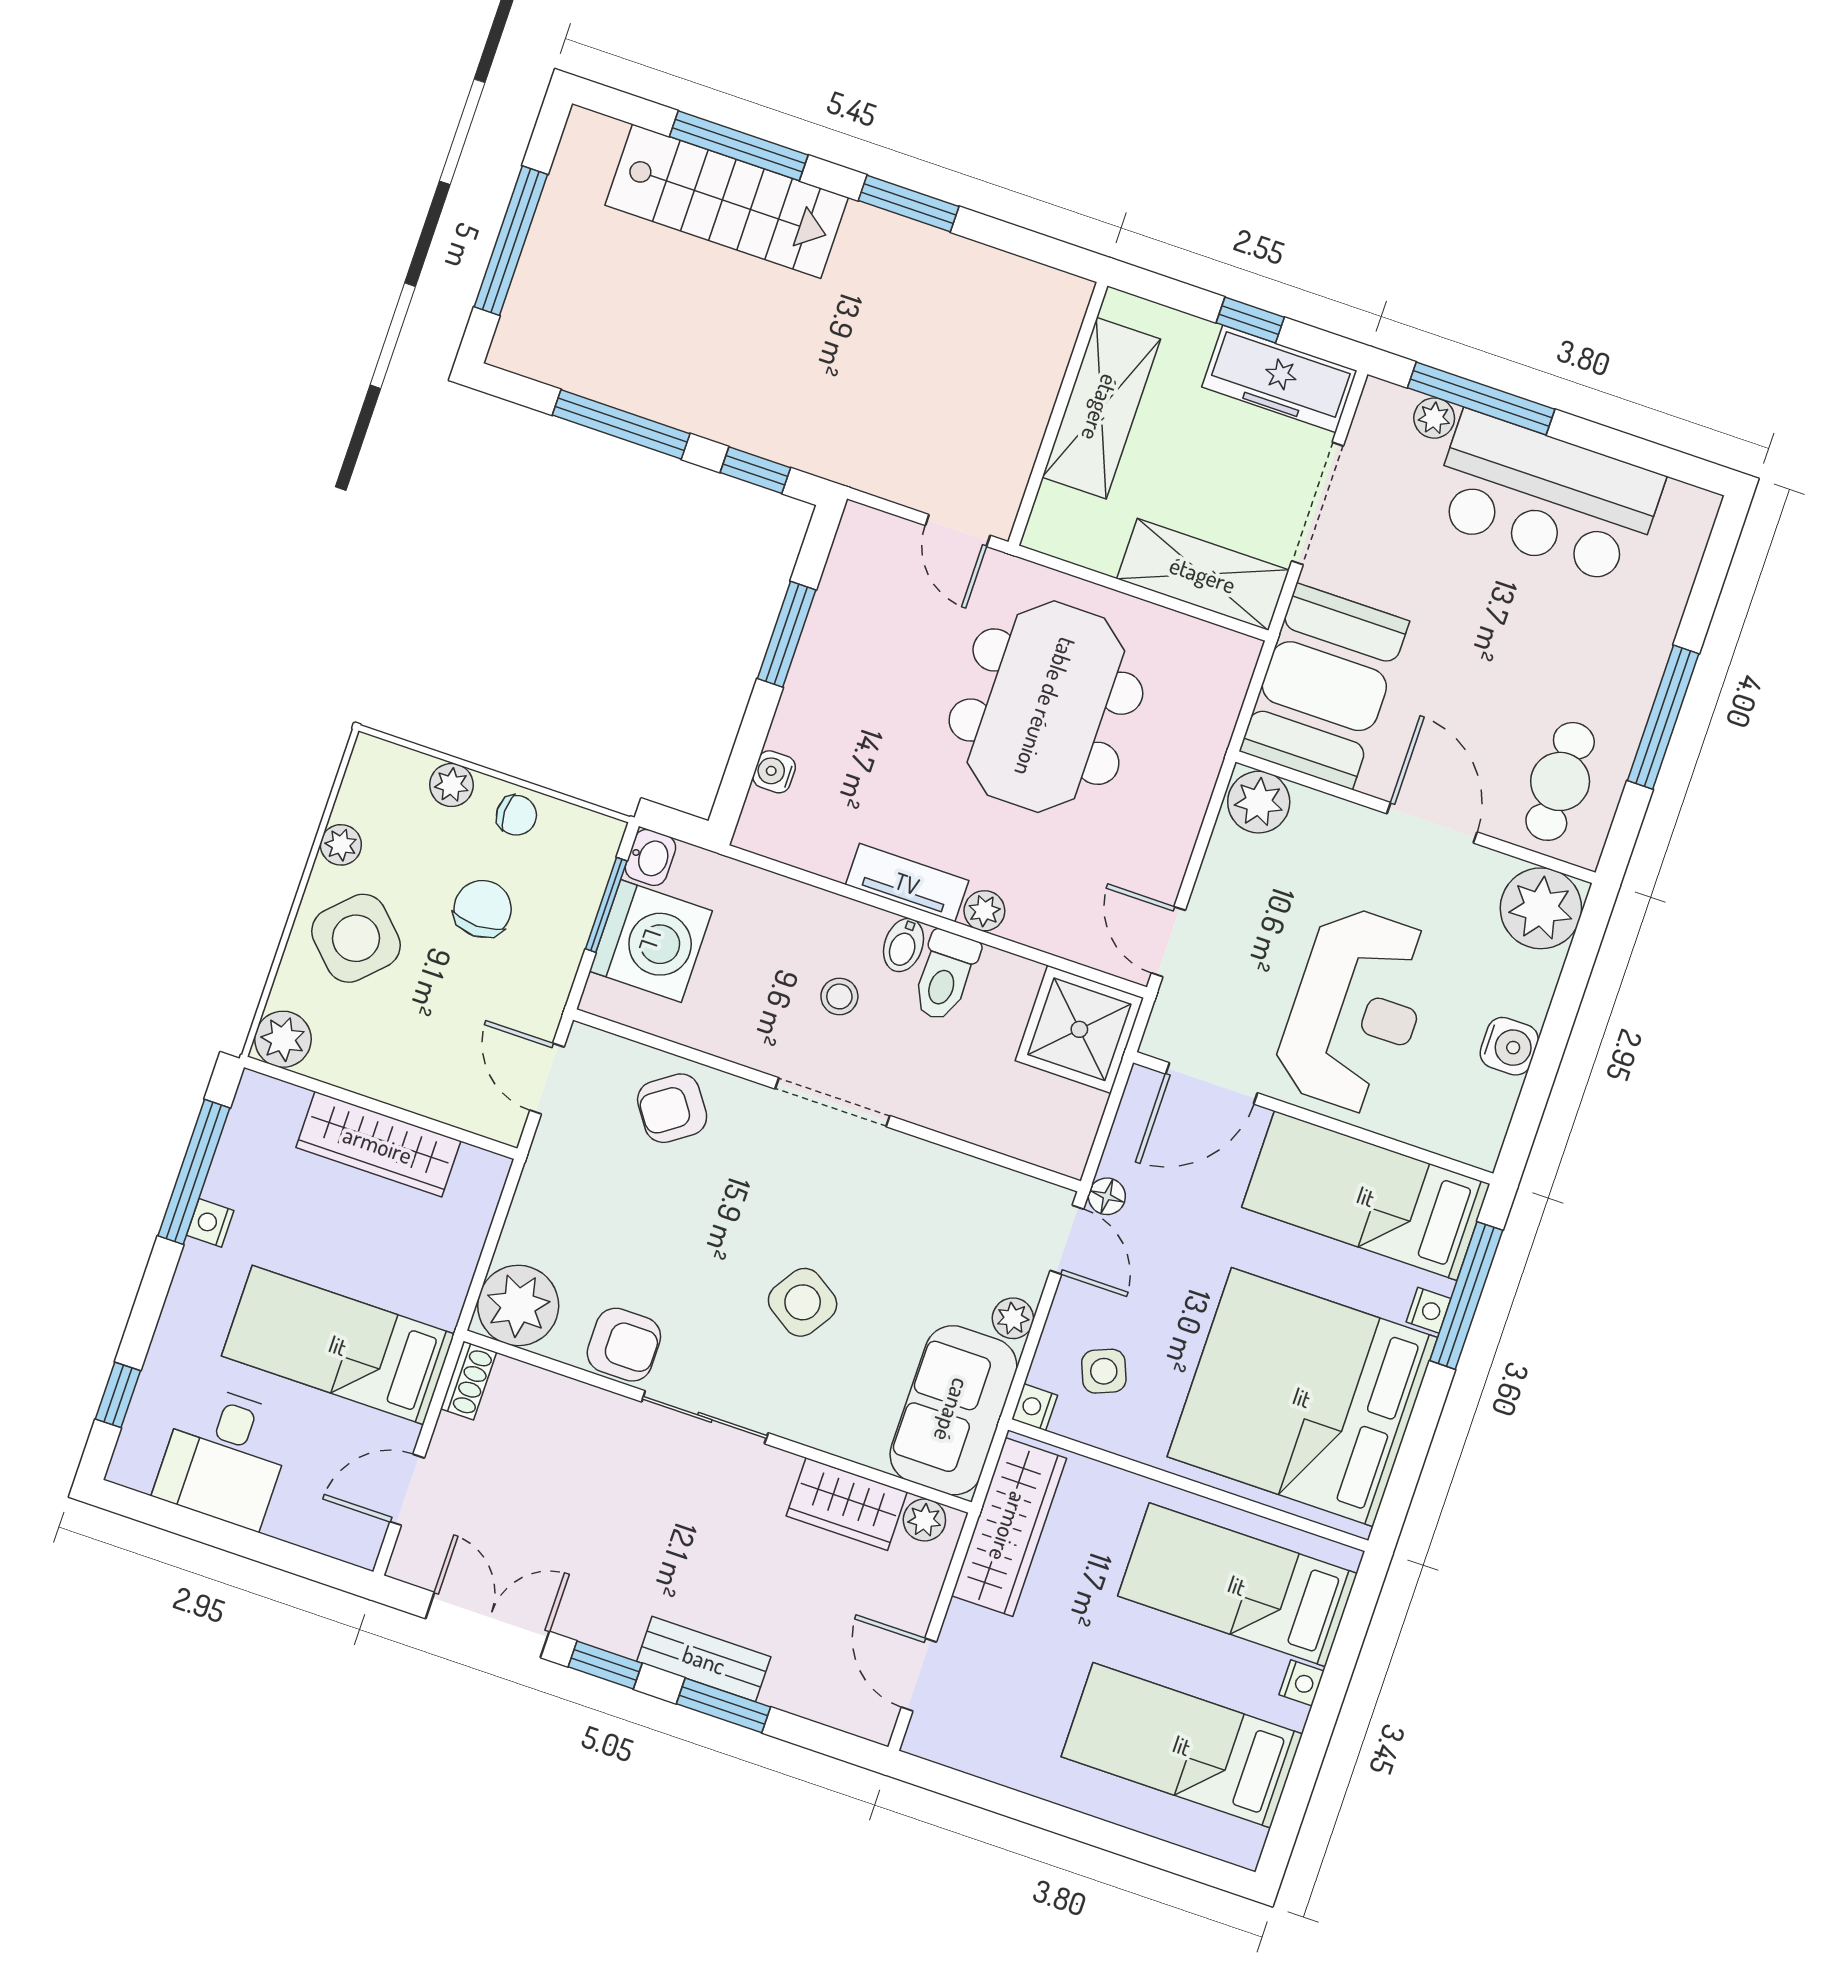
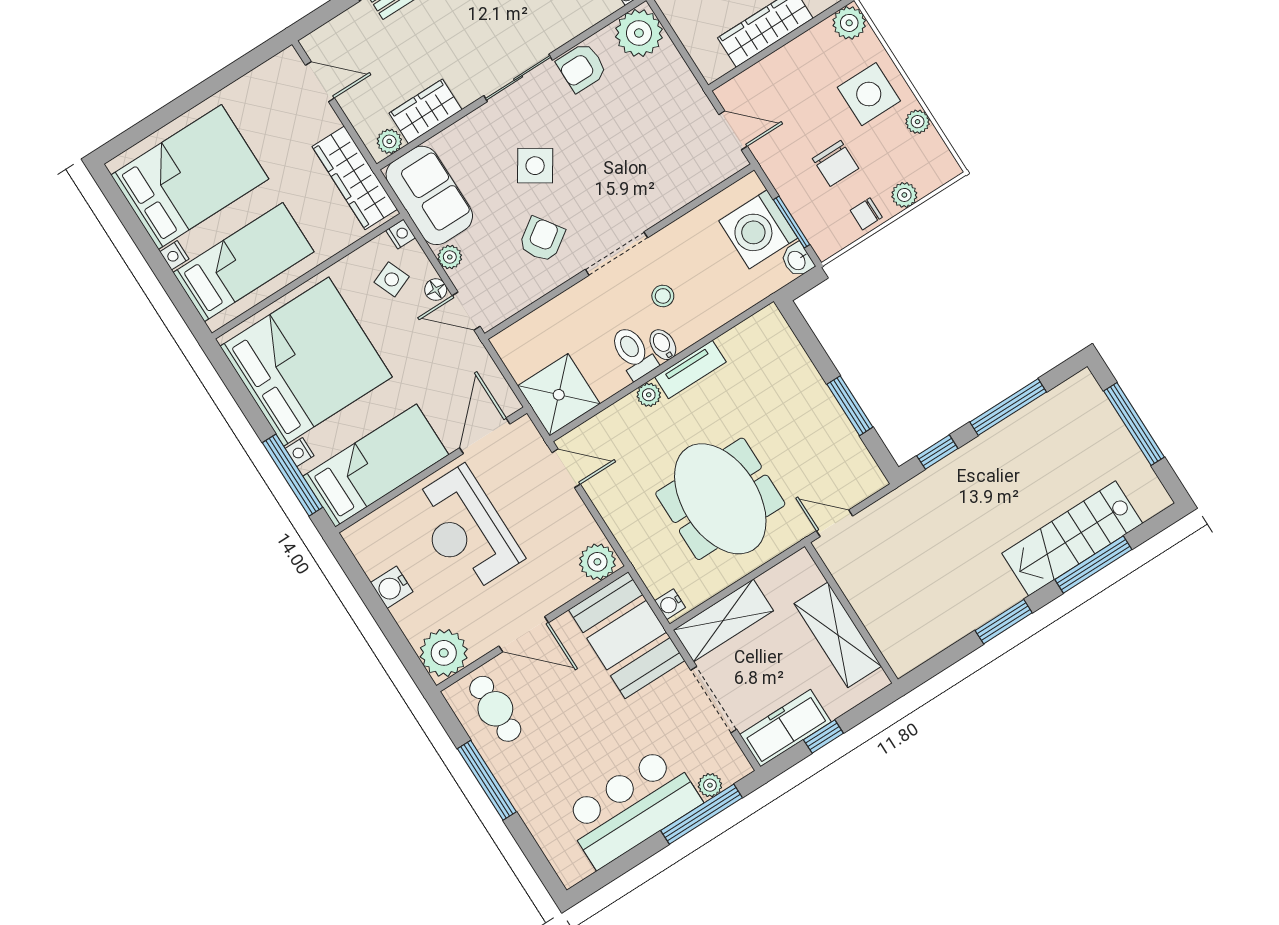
water cooler: (774, 772) -> (670, 604), moved, turned 180
side table: (356, 938) -> (869, 94), turned 45
armchair: (672, 1108) -> (542, 239), moved
floor lamp: (1107, 1196) -> (436, 290), moved
bed: (1182, 1745) -> (190, 177), width x1.50

